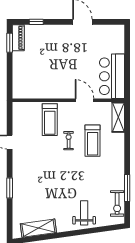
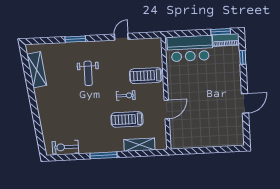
bar counter: (112, 76) -> (190, 48), moved, turned 180
shelving: (118, 117) -> (139, 145), moved
window: (127, 188) -> (104, 155), moved
weight bench: (84, 213) -> (88, 73), moved, turned 90

